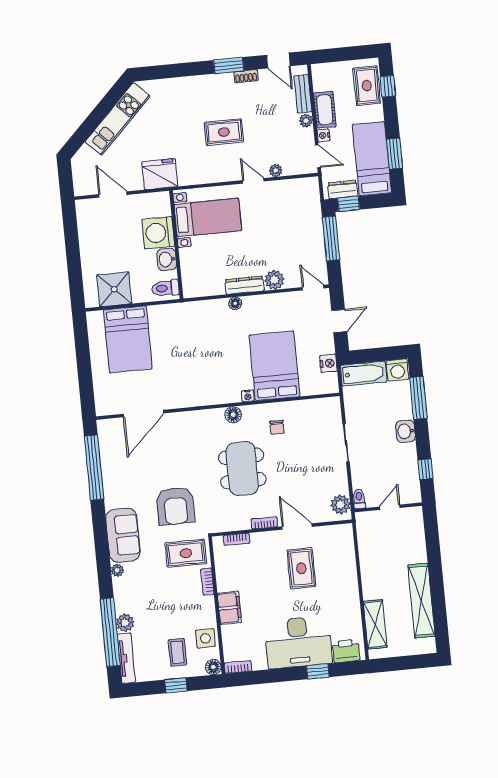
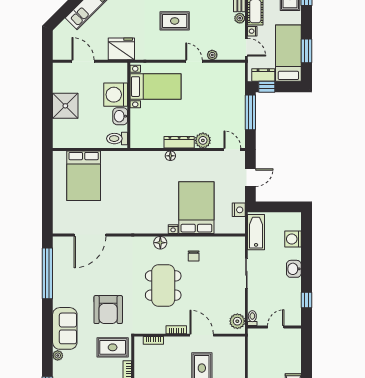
shower: (114, 289) -> (65, 106), moved
washing machine: (398, 370) -> (293, 239), moved, turned 90
bathtub: (364, 374) -> (256, 232), moved, turned -90
window: (418, 398) -> (306, 244), removed

